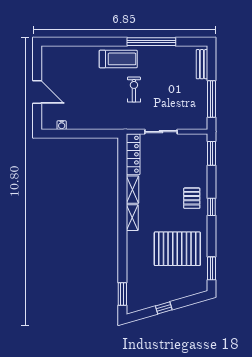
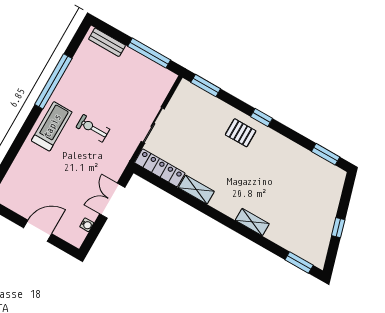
double door: (90, 134) -> (112, 201), added
shelving: (132, 218) -> (252, 222), moved
pallet: (177, 249) -> (285, 178), removed

